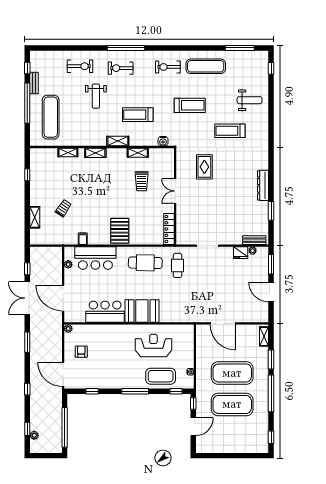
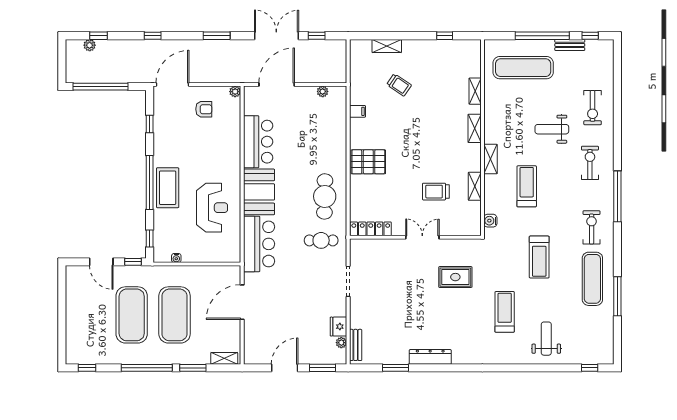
window: (126, 48) -> (617, 196), moved
window: (240, 48) -> (617, 296), moved
weight bench: (250, 100) -> (546, 339), turned 180
bar counter: (95, 258) -> (259, 244), moved, turned 180
coffee table: (161, 376) -> (168, 188), moved
window: (135, 391) -> (150, 183), width x1.46

